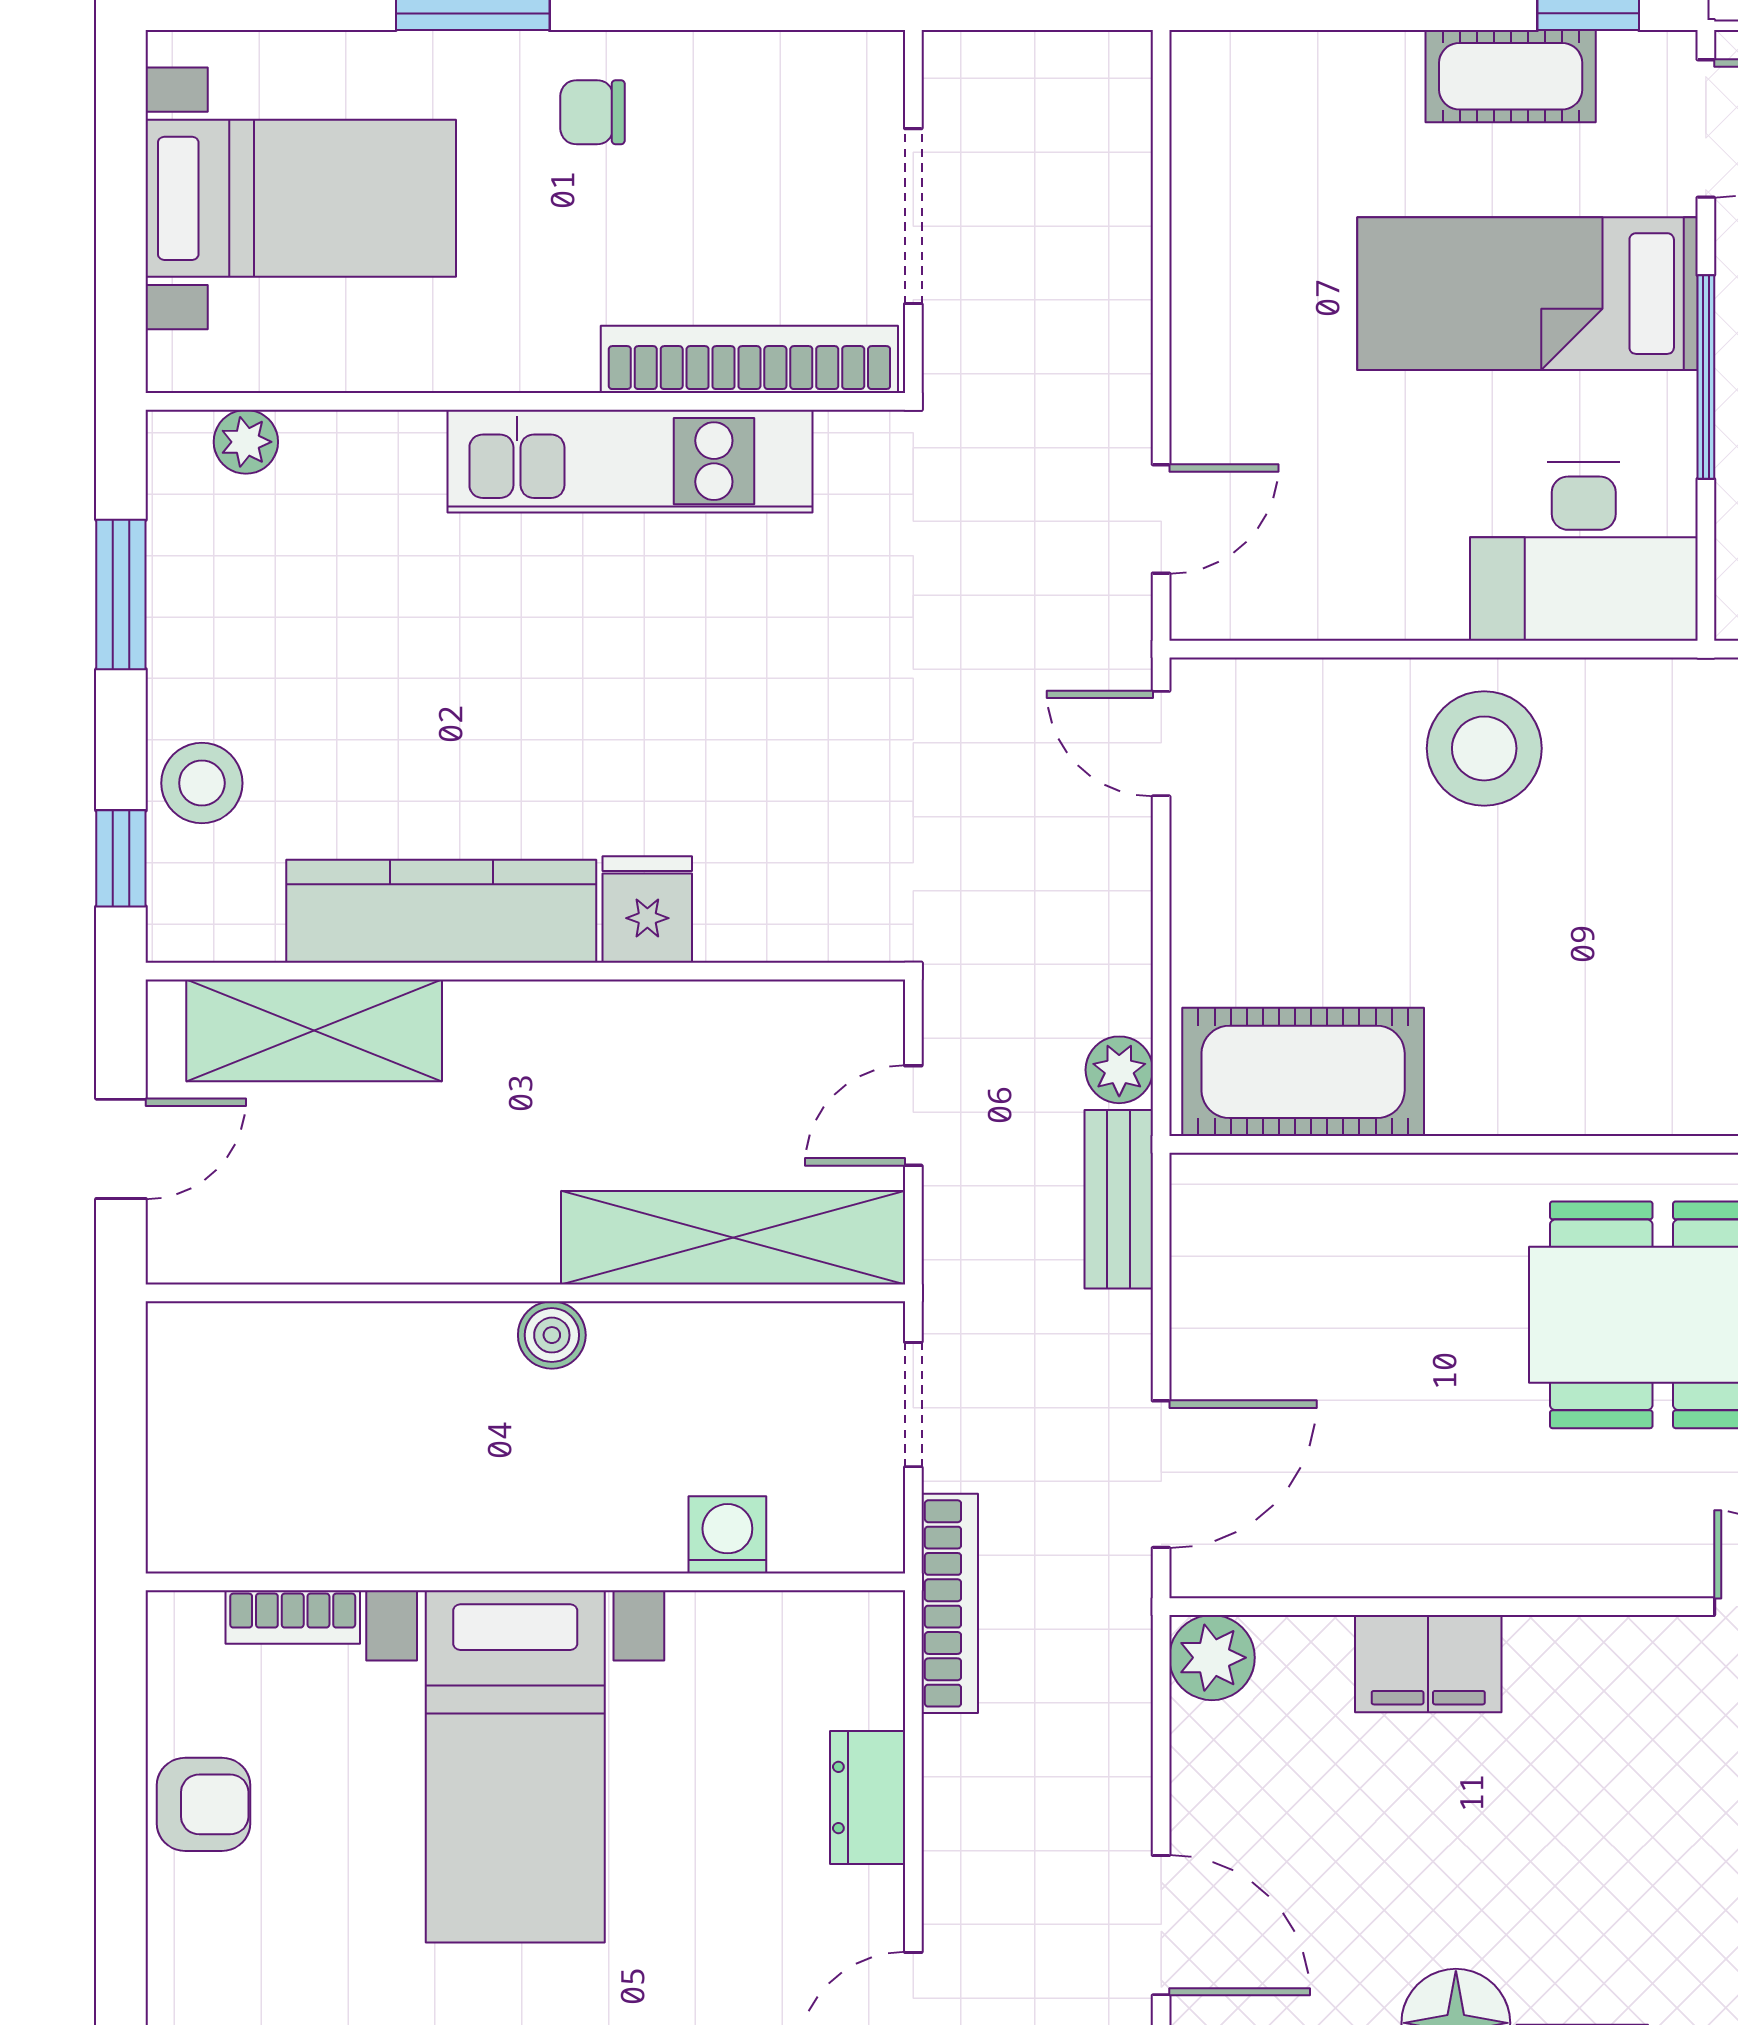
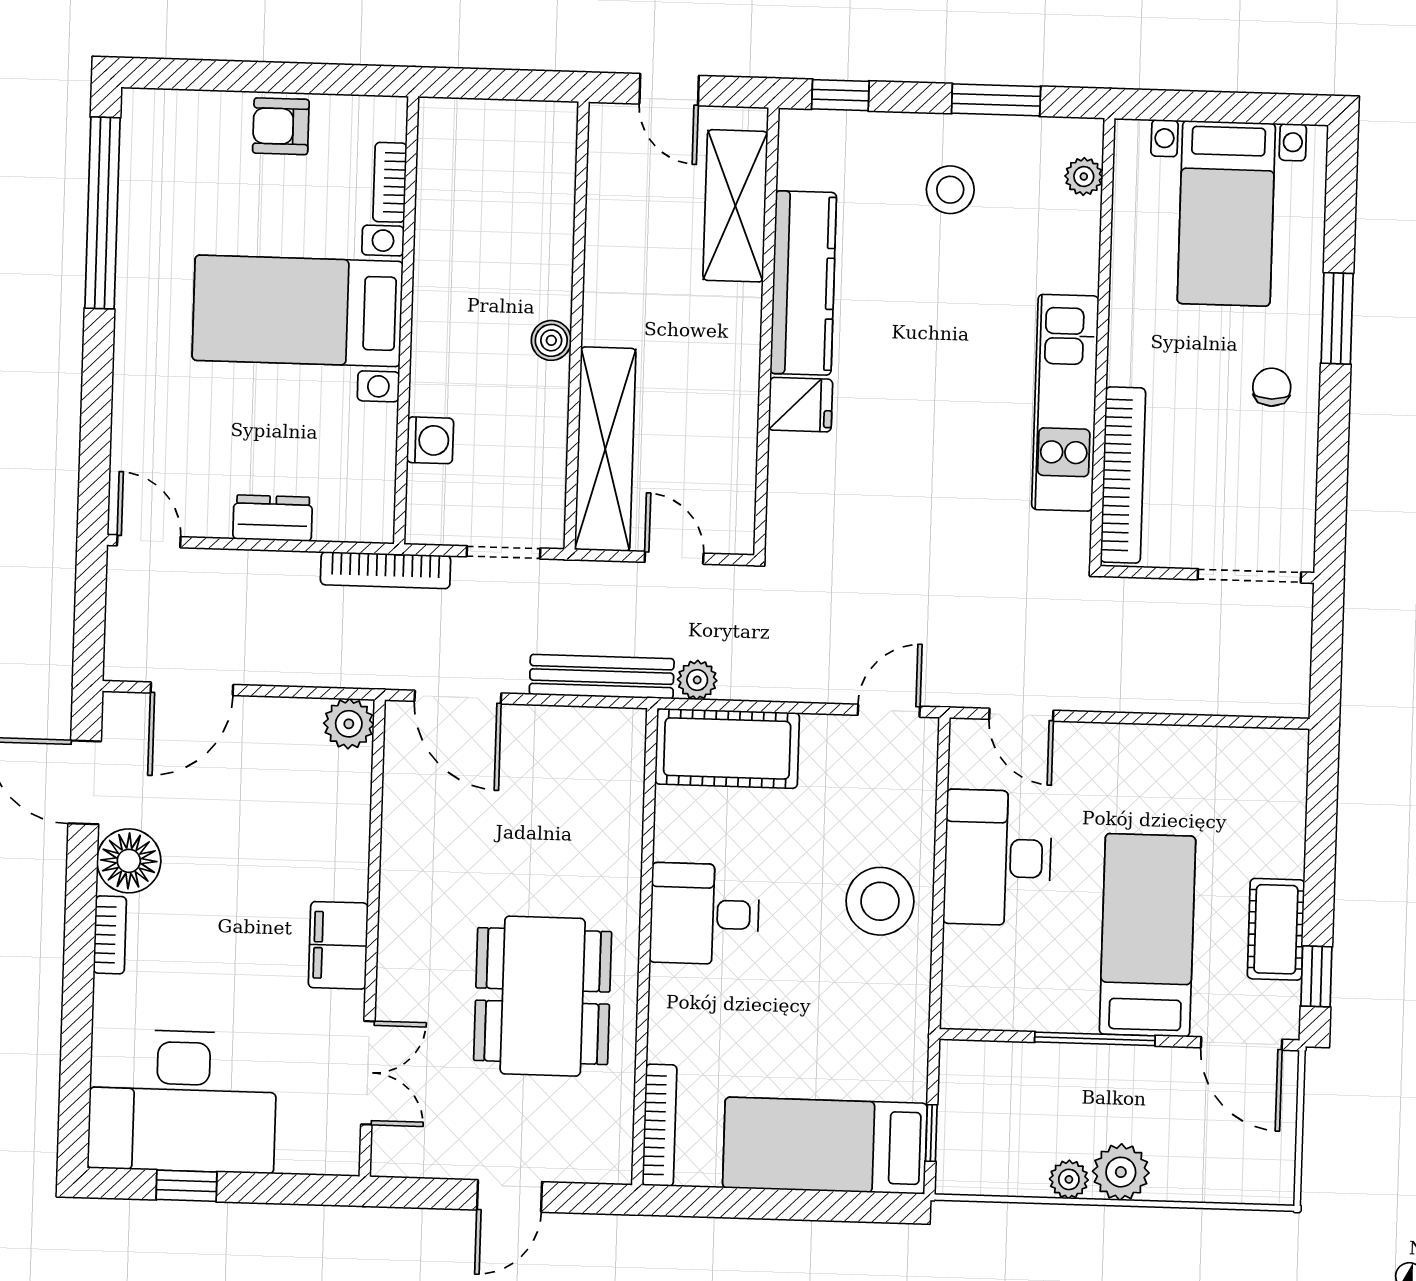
doorway: (913, 216) -> (1249, 576), moved
desk: (1584, 551) -> (998, 858), moved
stool: (202, 783) -> (950, 190), moved
desk: (1515, 1045) -> (705, 914), added
cot: (1303, 1072) -> (727, 748), moved, turned 90
bench: (1119, 1199) -> (602, 677), width x1.36
filing cabinet: (1428, 1664) -> (338, 945), moved
armchair: (203, 1804) -> (281, 126), turned 90

